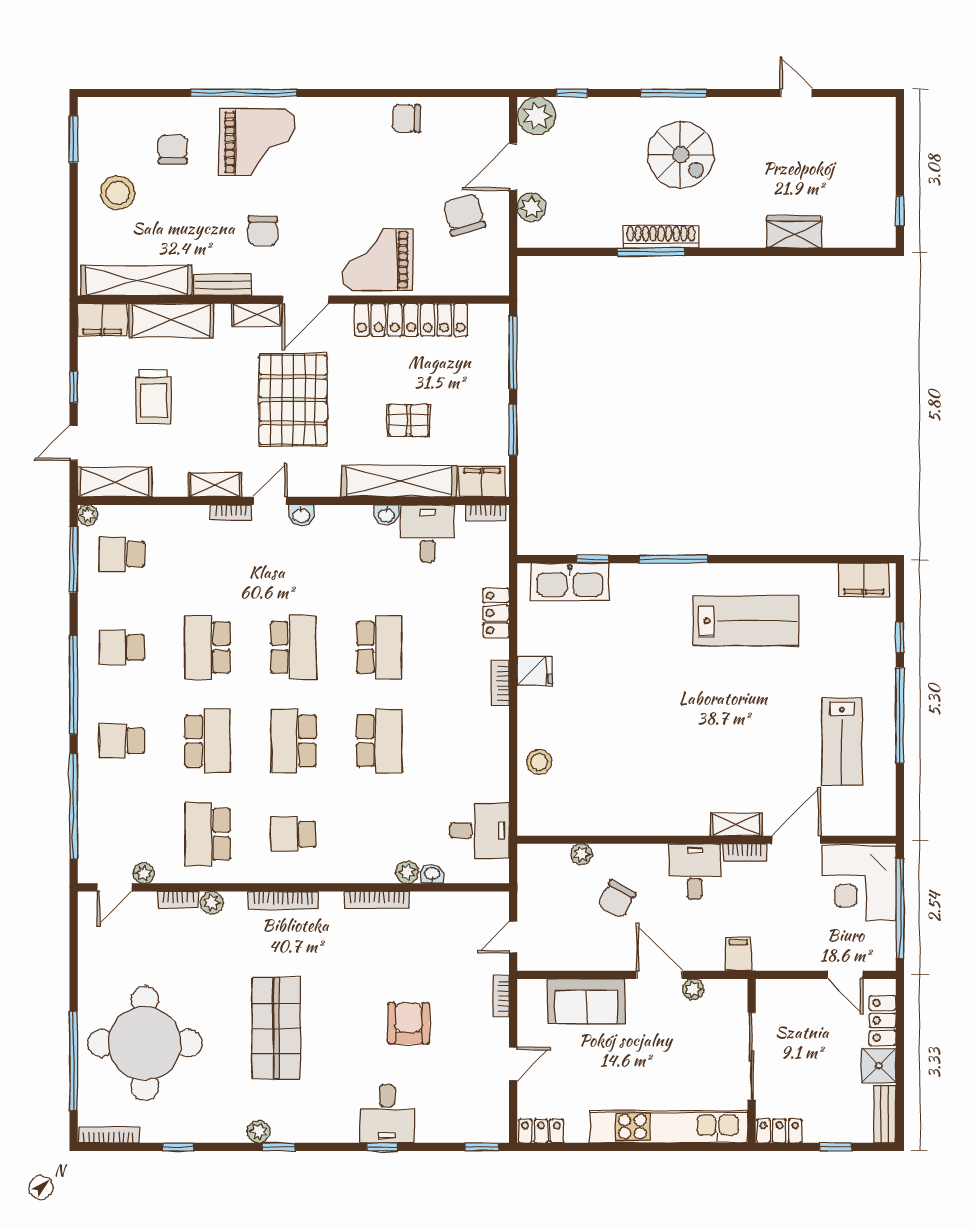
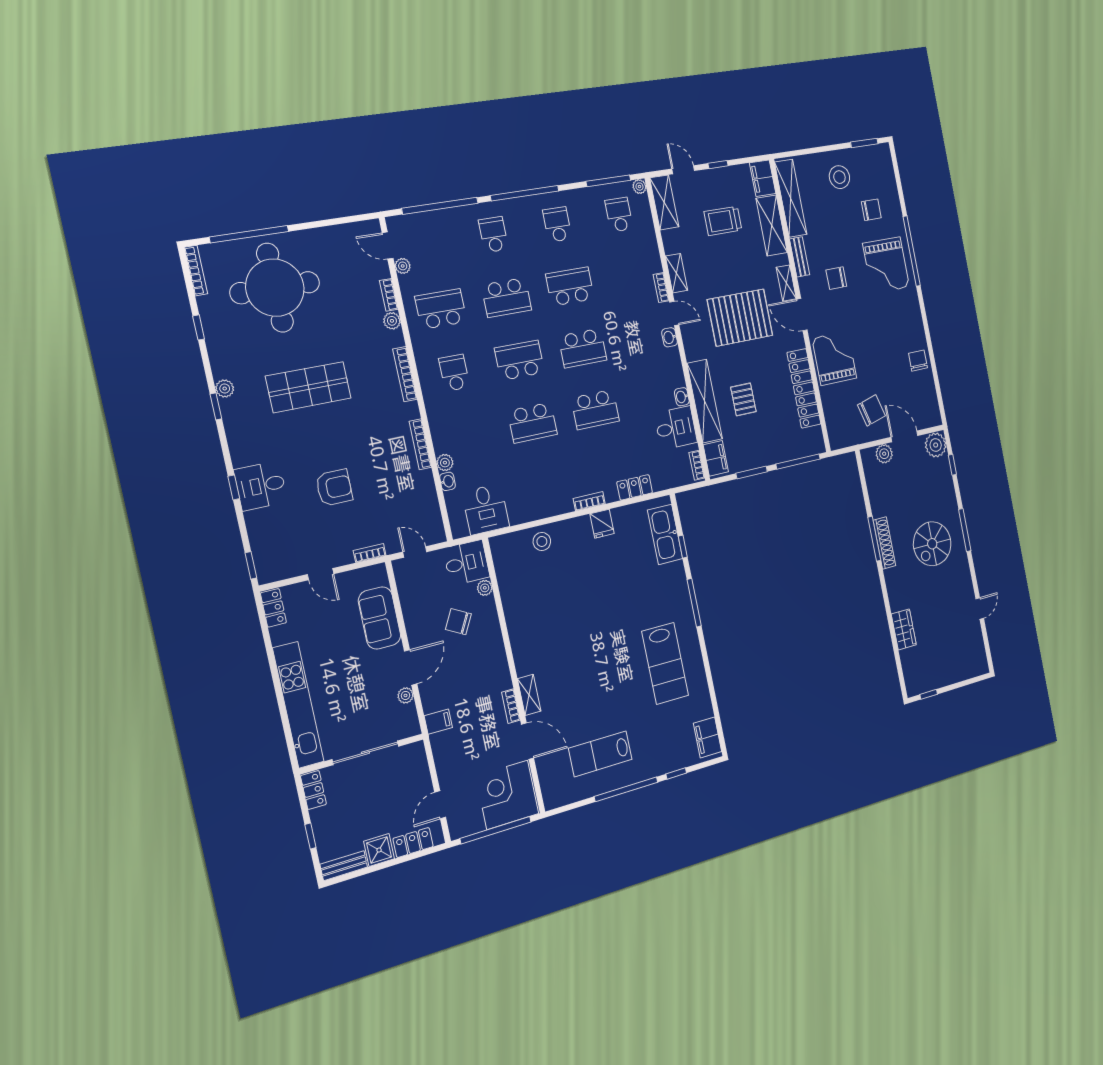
desk: (695, 872) -> (467, 563), moved

